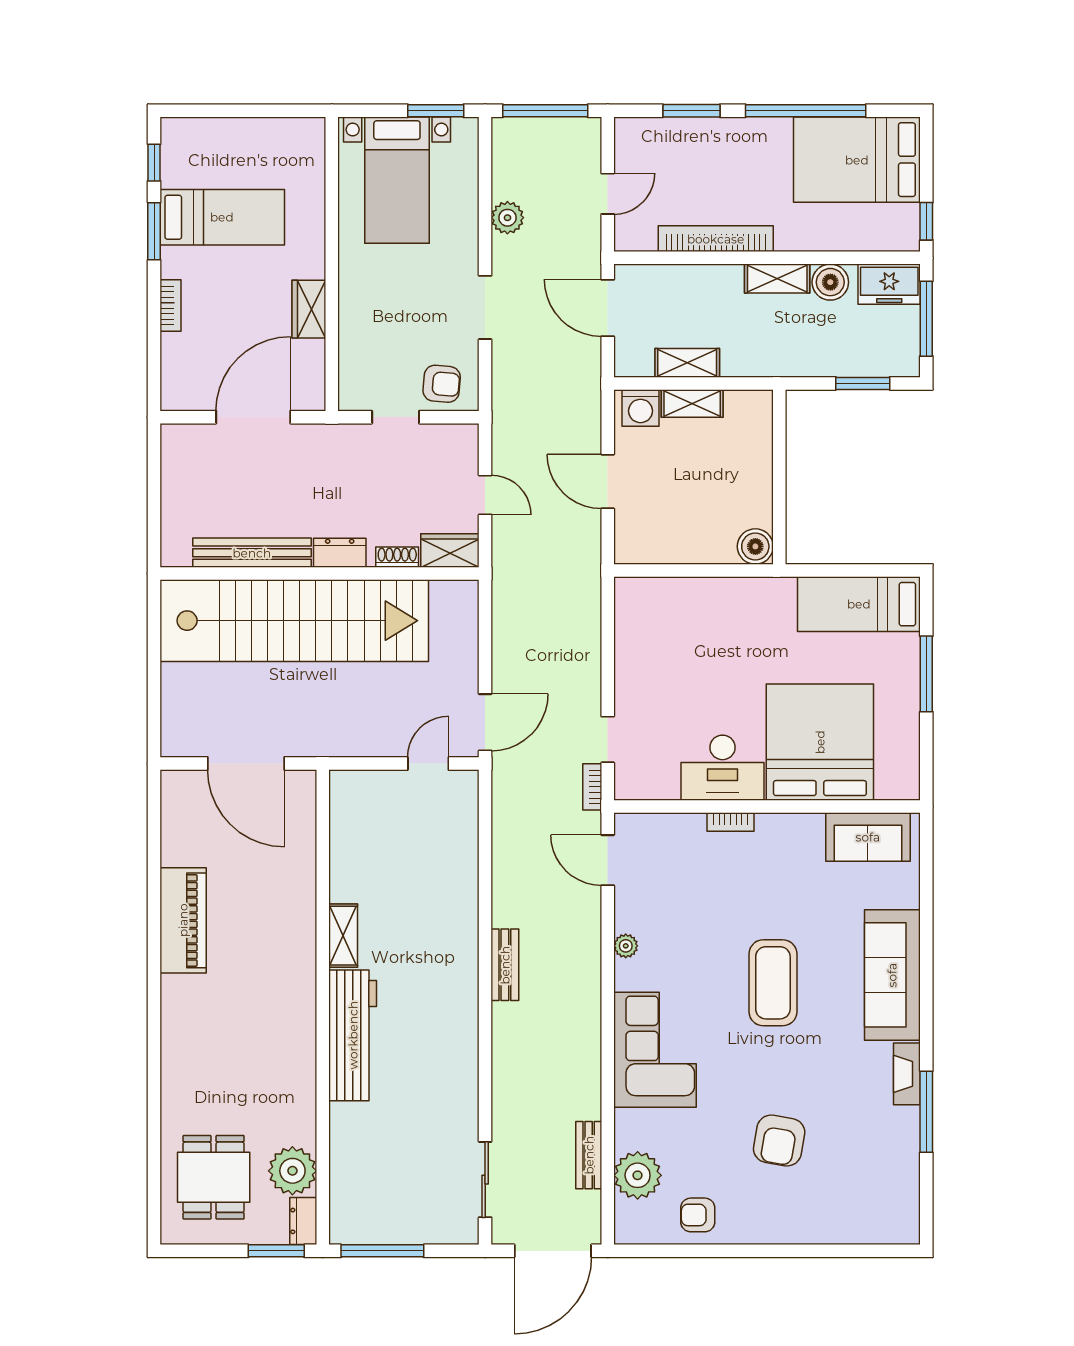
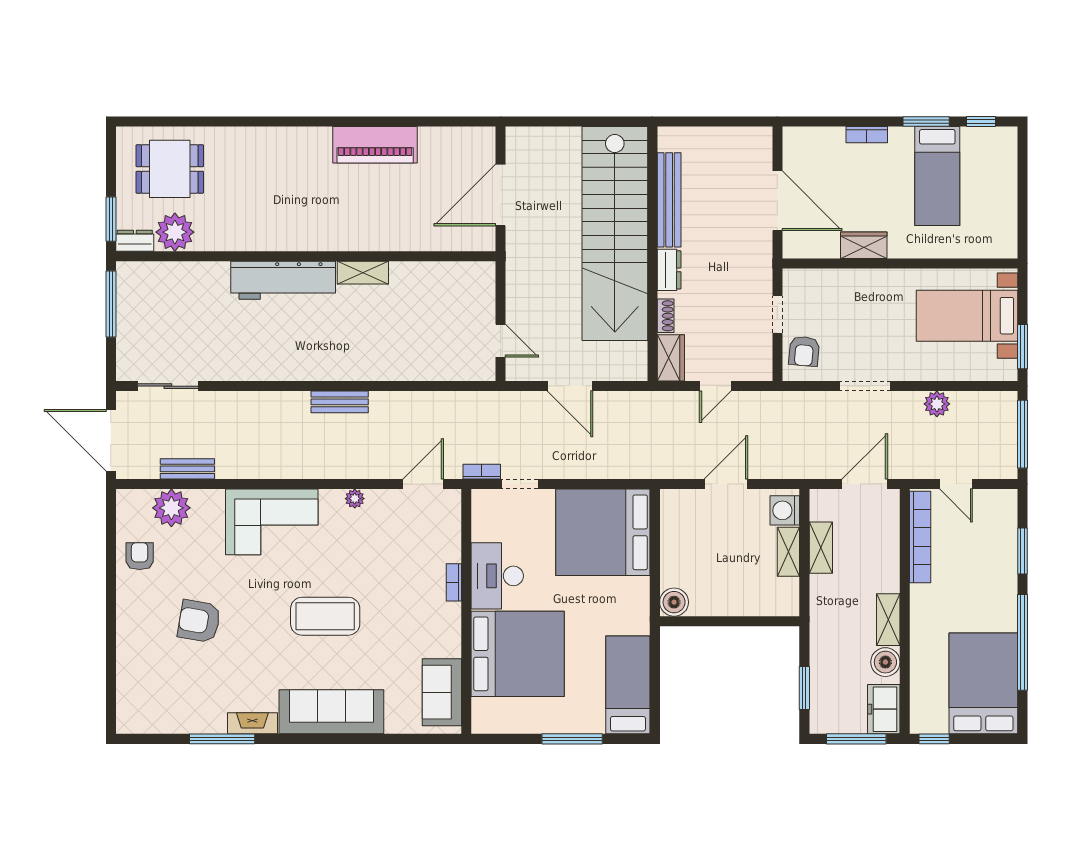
bookcase: (716, 239) -> (920, 537), moved
bed: (668, 635) -> (603, 532), added
door: (485, 722) -> (570, 386), moved

